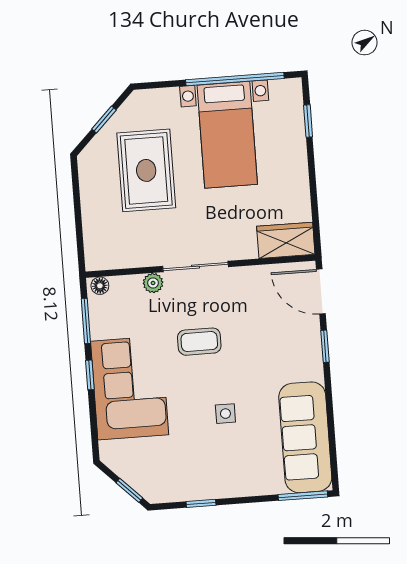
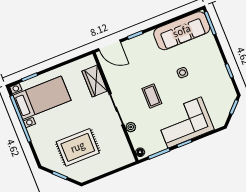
bed with nightstands: (227, 135) -> (42, 98), moved
wardrobe: (286, 240) -> (95, 81), moved
door: (321, 291) -> (109, 45), hinge flipped

